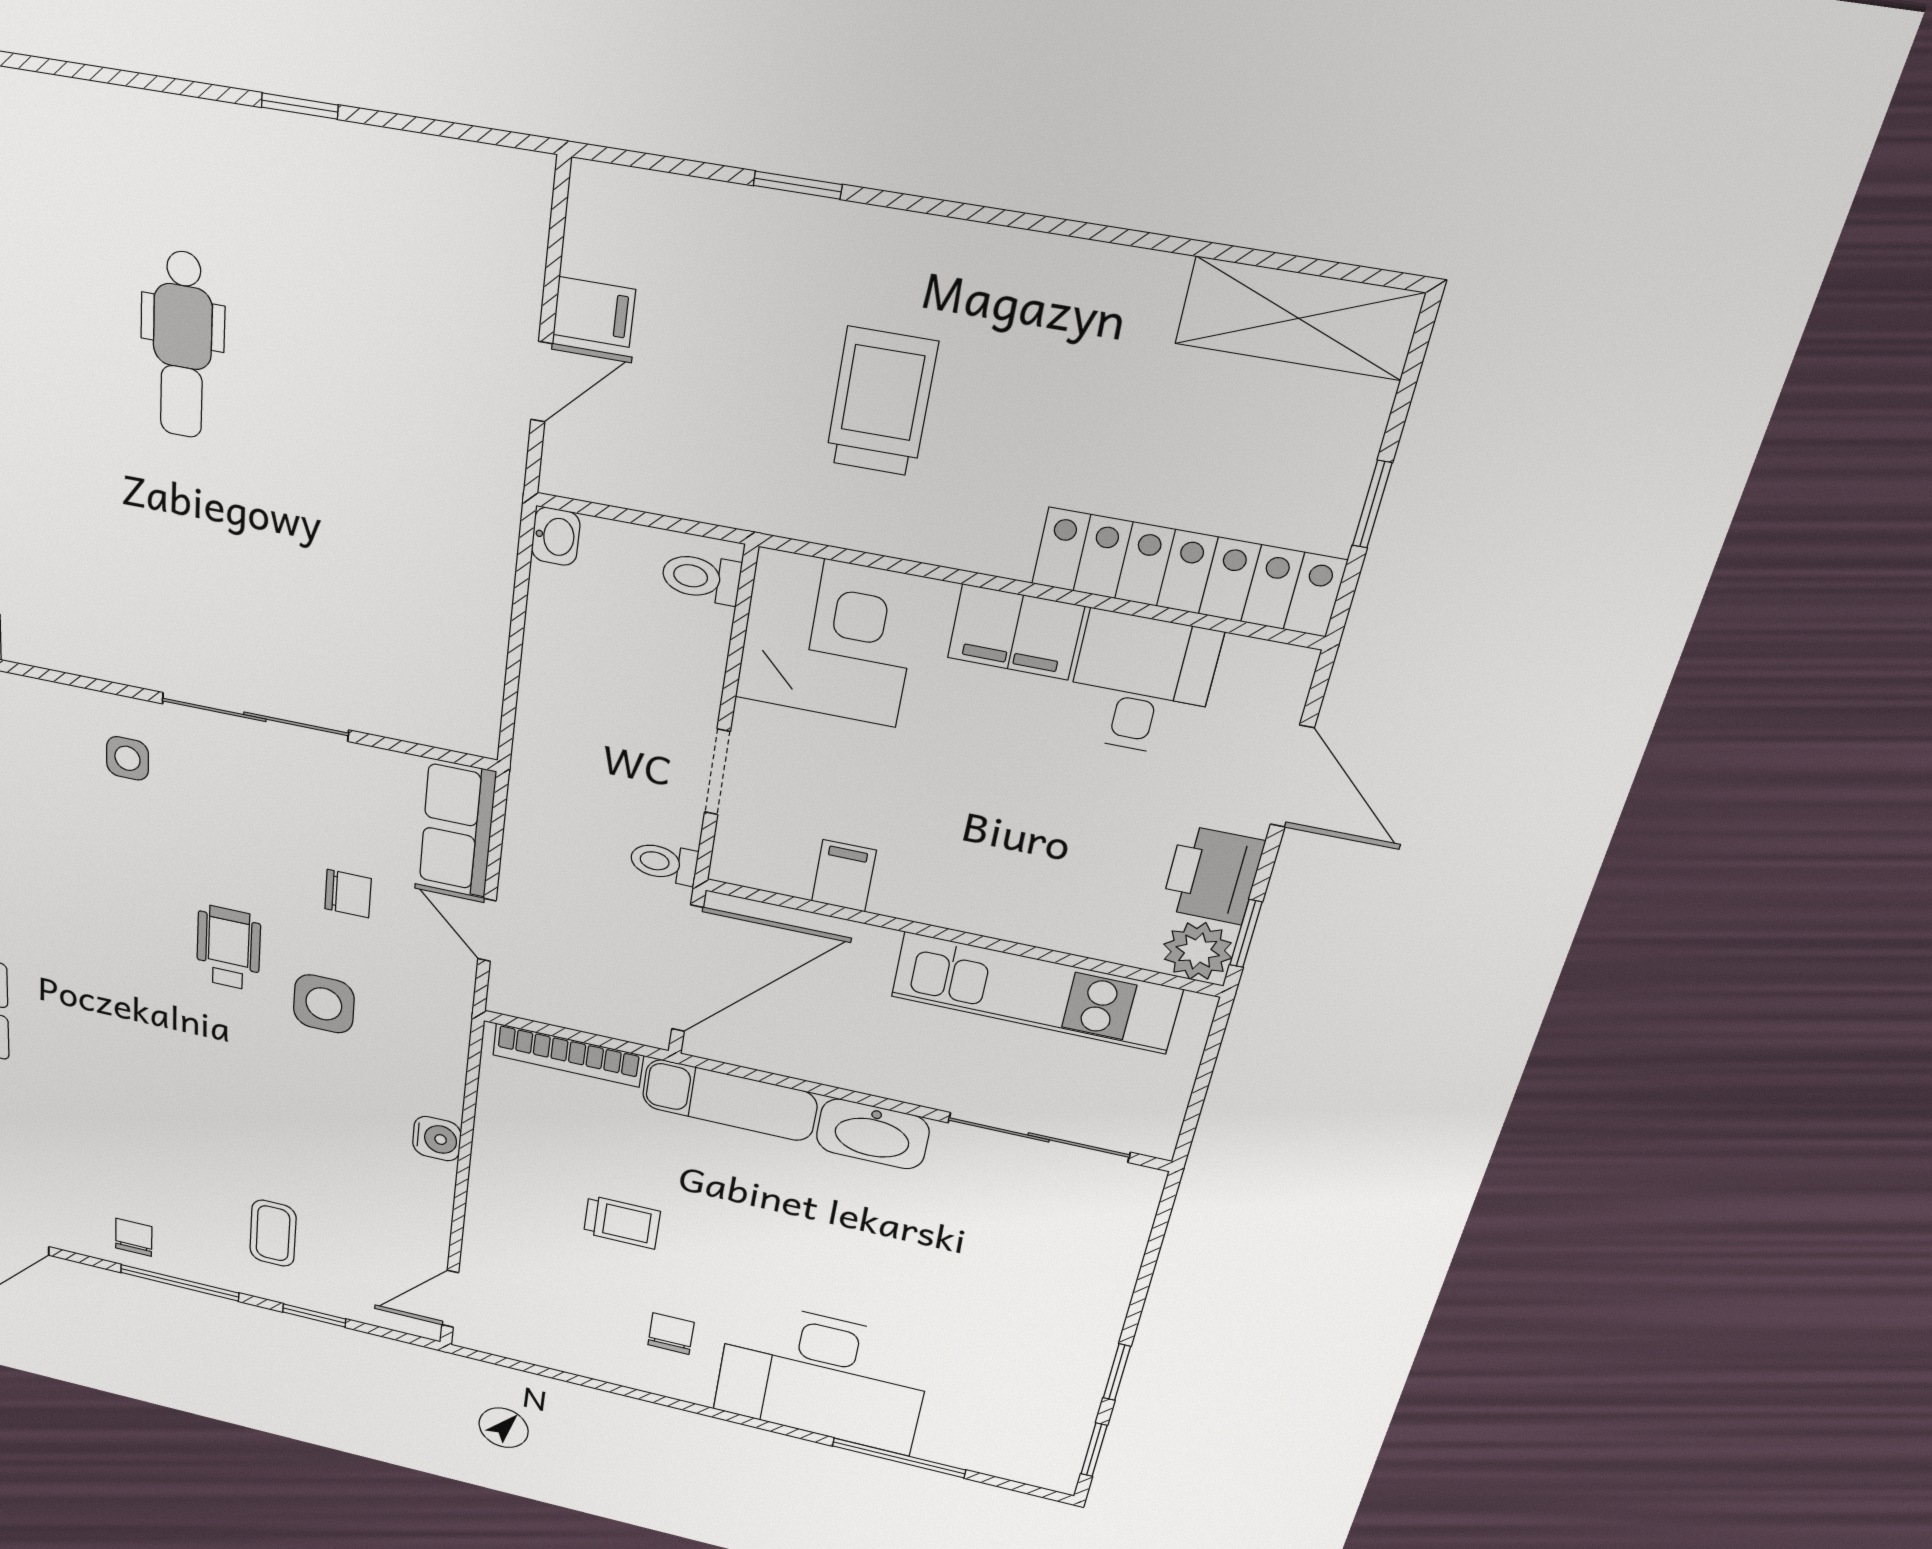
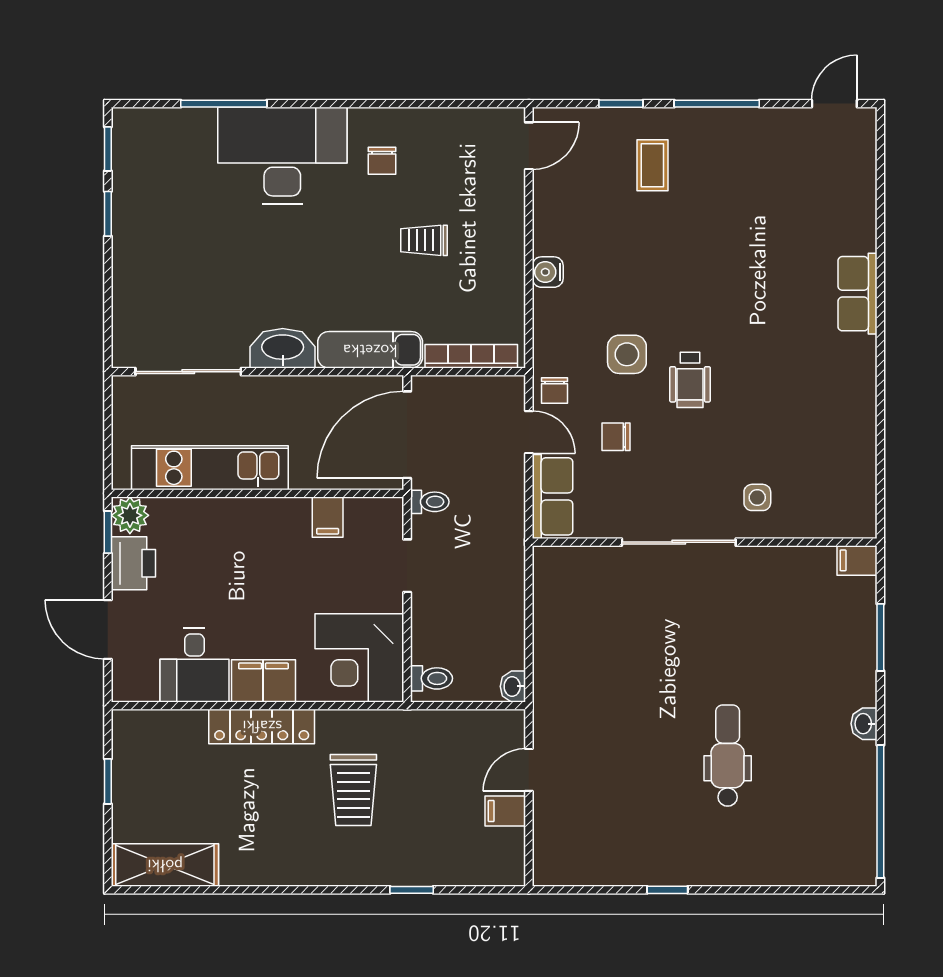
locker: (1187, 572) -> (262, 726), moved, width x0.71, depth x0.83
chair: (134, 1237) -> (554, 390), moved

